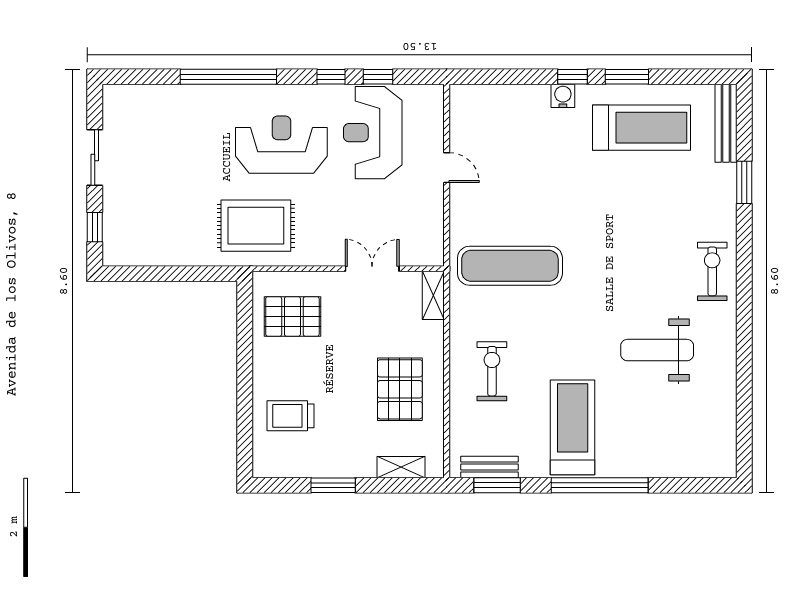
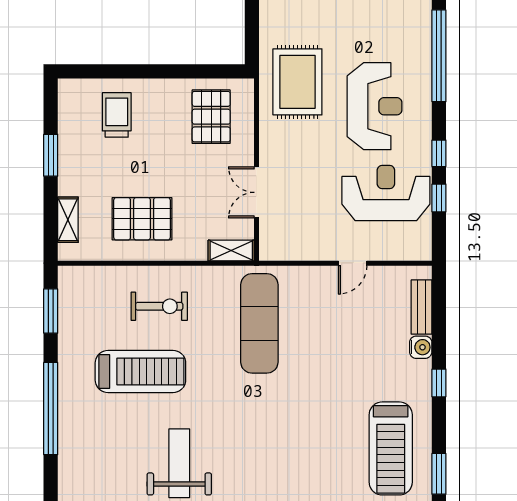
window: (627, 77) -> (439, 474), moved
water cooler: (563, 96) -> (421, 347), moved
double door: (372, 269) -> (256, 192), swing flipped
treadmill: (573, 427) -> (140, 371), moved
bench: (490, 467) -> (422, 307), moved

